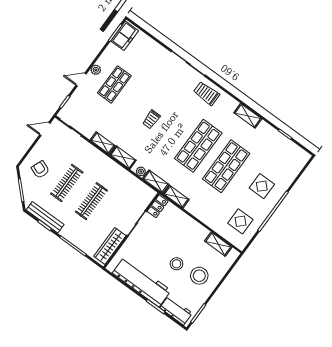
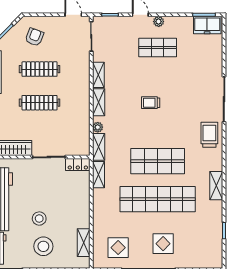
shop shelf: (226, 166) -> (158, 199), width x1.40

